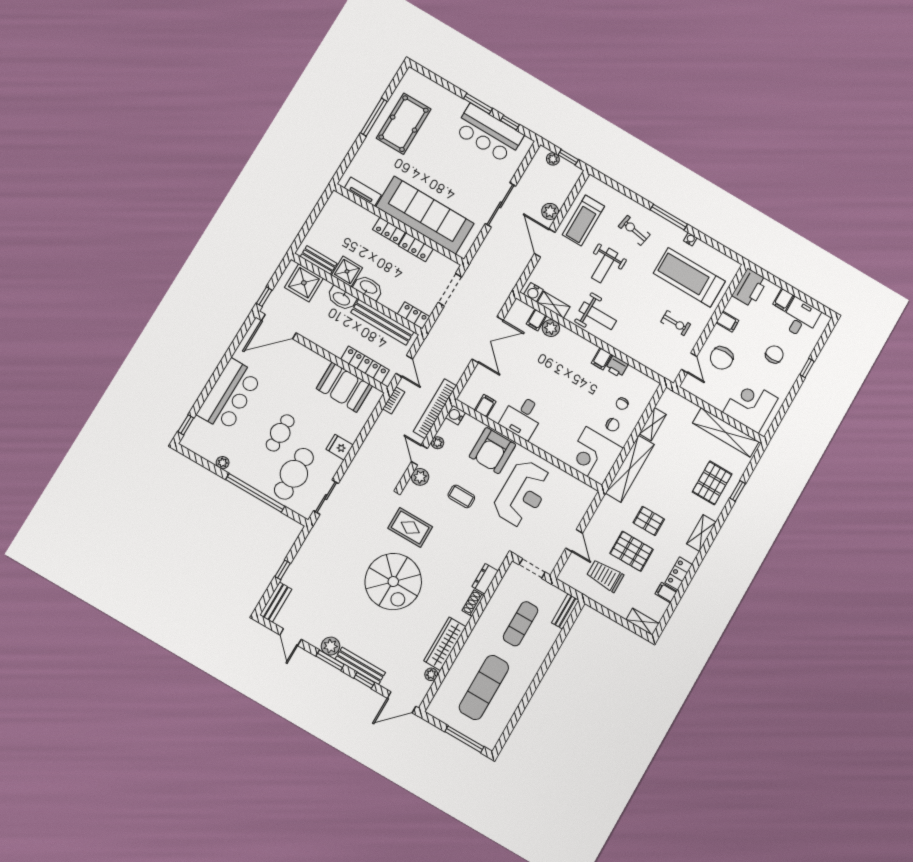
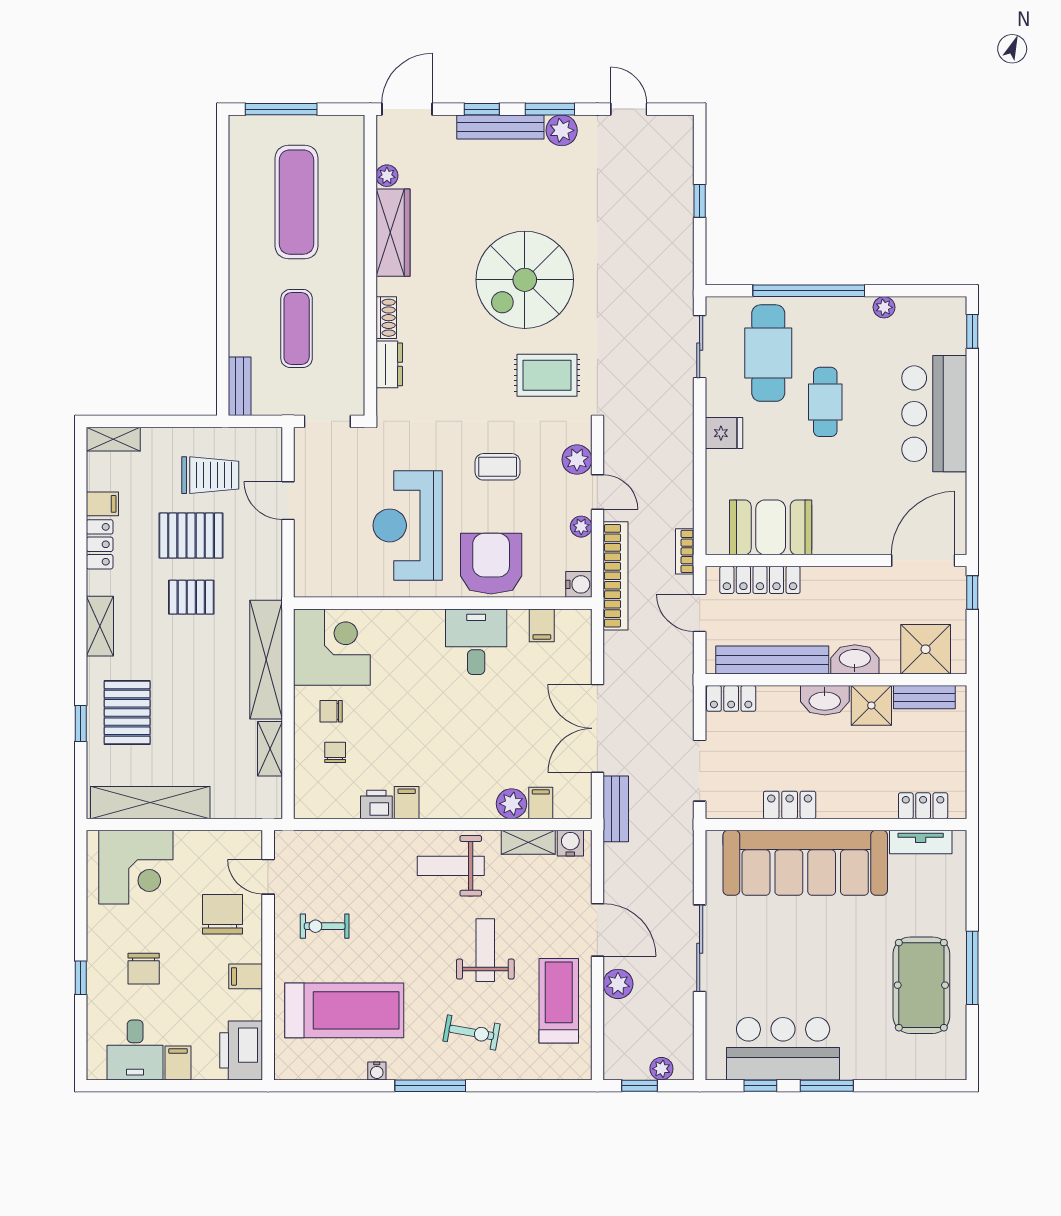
locker: (389, 231) -> (923, 806), moved
spiral stairs: (393, 582) -> (525, 280), turned -90
bench: (276, 602) -> (616, 809), moved

